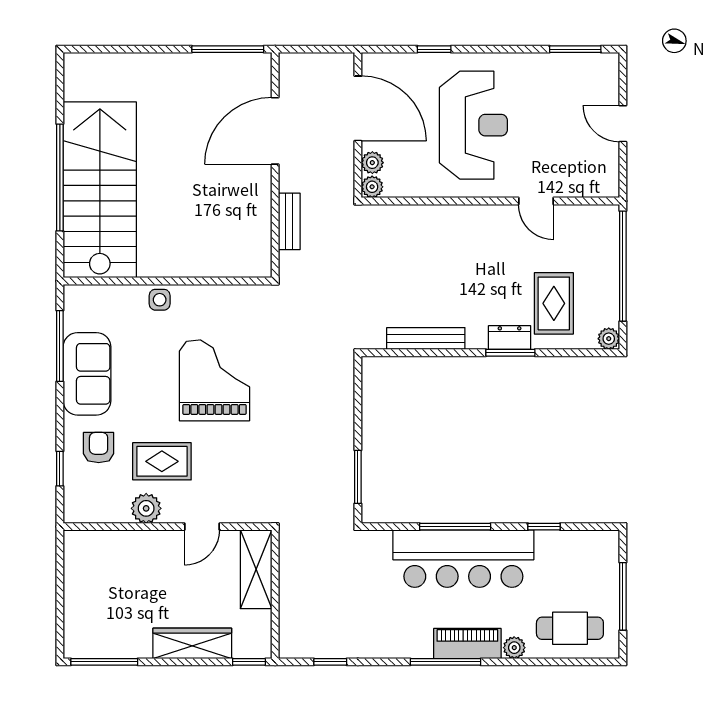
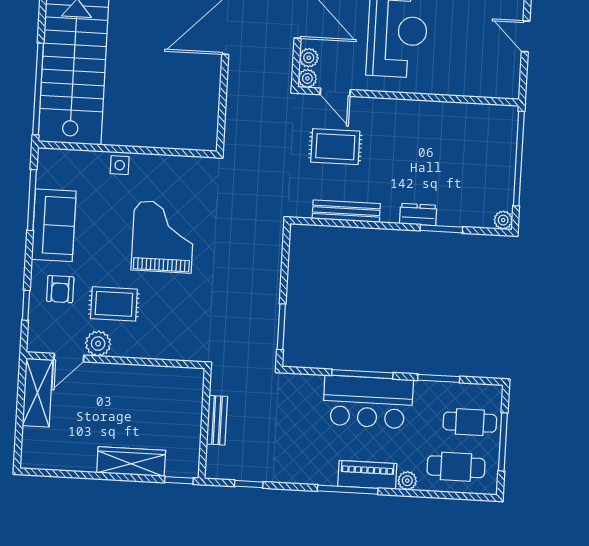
window: (60, 178) -> (38, 89), moved
door: (536, 201) -> (335, 92), moved
bench: (289, 221) -> (217, 420), moved
rug: (554, 303) -> (335, 147), moved, turned 90
window: (510, 353) -> (441, 229), moved
armchair: (99, 448) -> (60, 289), turned 180
door: (202, 527) -> (69, 358), moved
window: (544, 527) -> (439, 378), width x1.50
bar counter: (463, 559) -> (368, 402), width x0.73
shelving: (256, 569) -> (37, 393), moved
cafe table: (583, 576) -> (470, 422), added
window: (104, 662) -> (55, 473), removed

